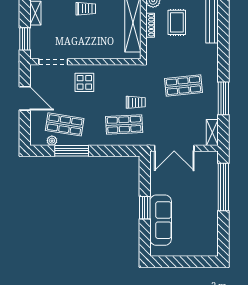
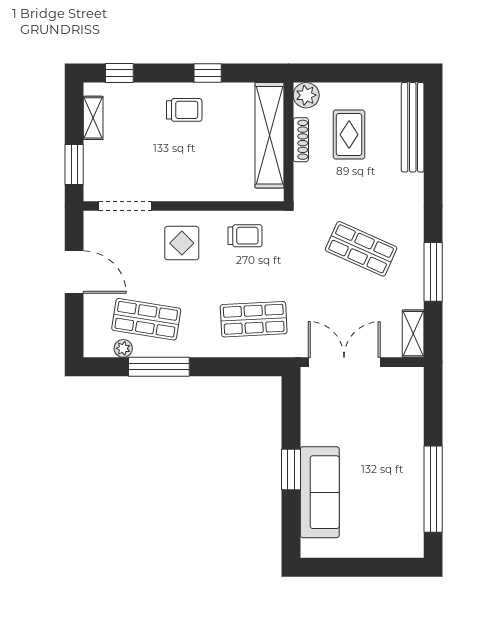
shop shelf: (183, 86) -> (361, 249), turned 30
trolley: (136, 102) -> (245, 236), moved
double door: (174, 148) -> (344, 362), swing flipped
window: (223, 187) -> (433, 489), moved

